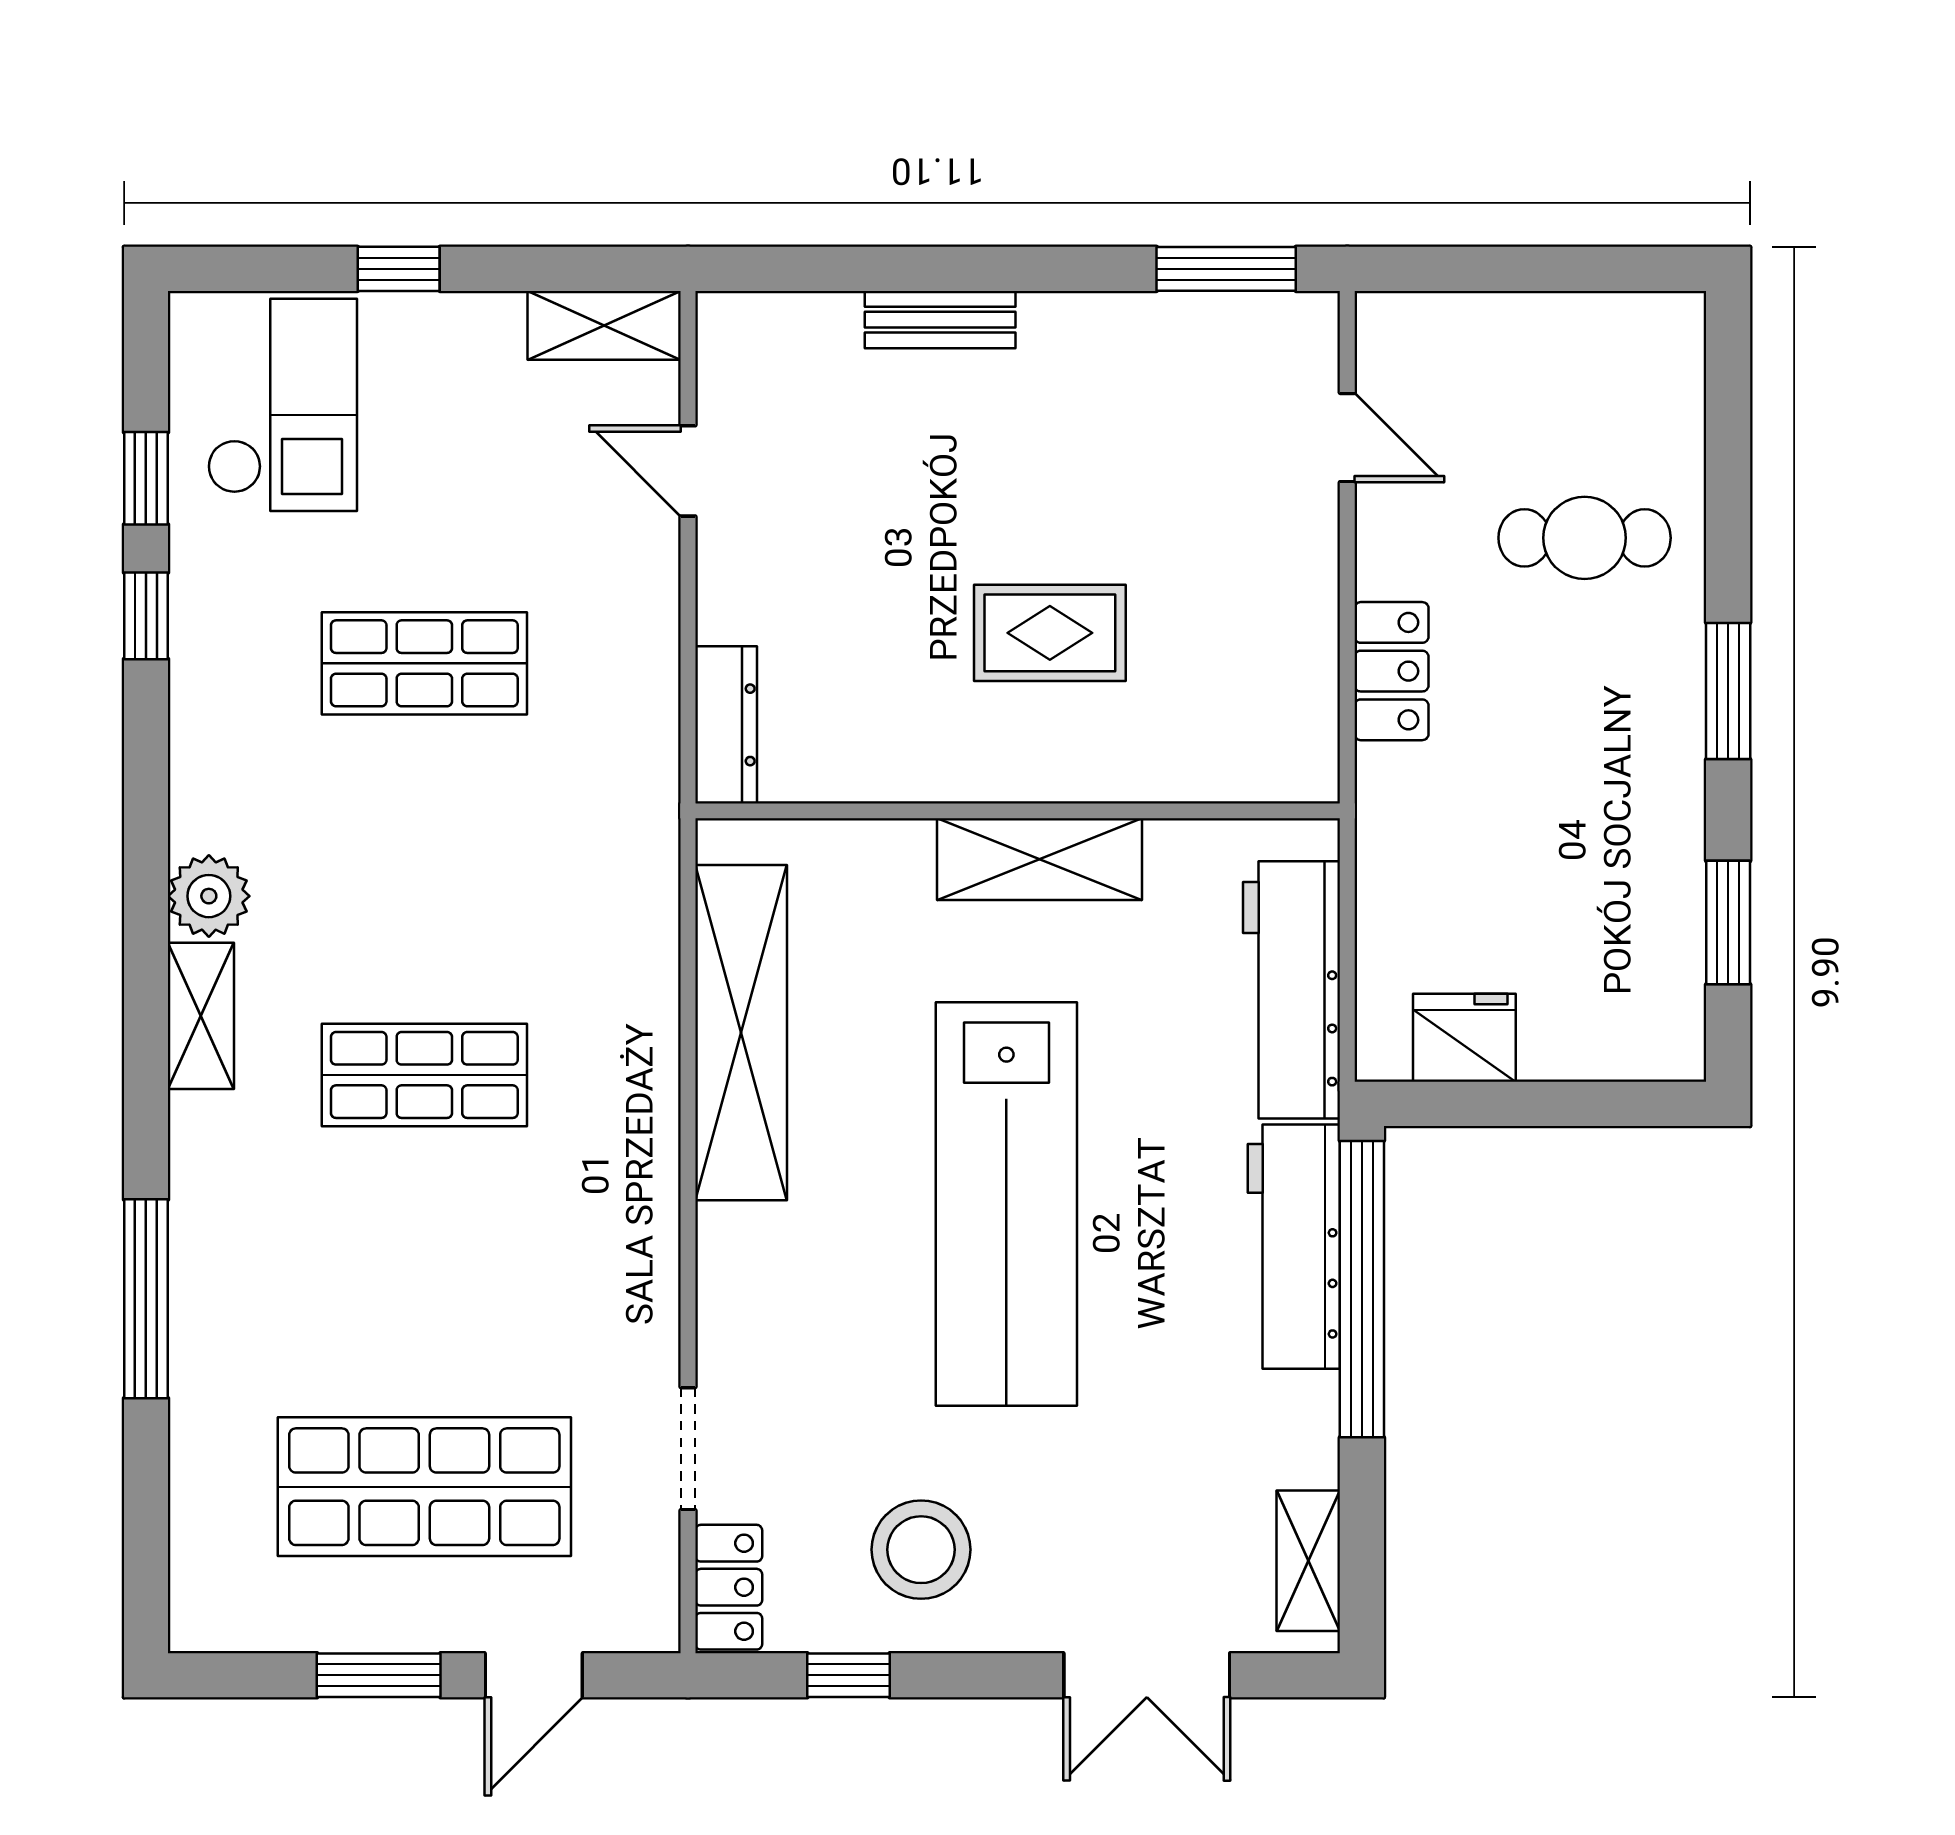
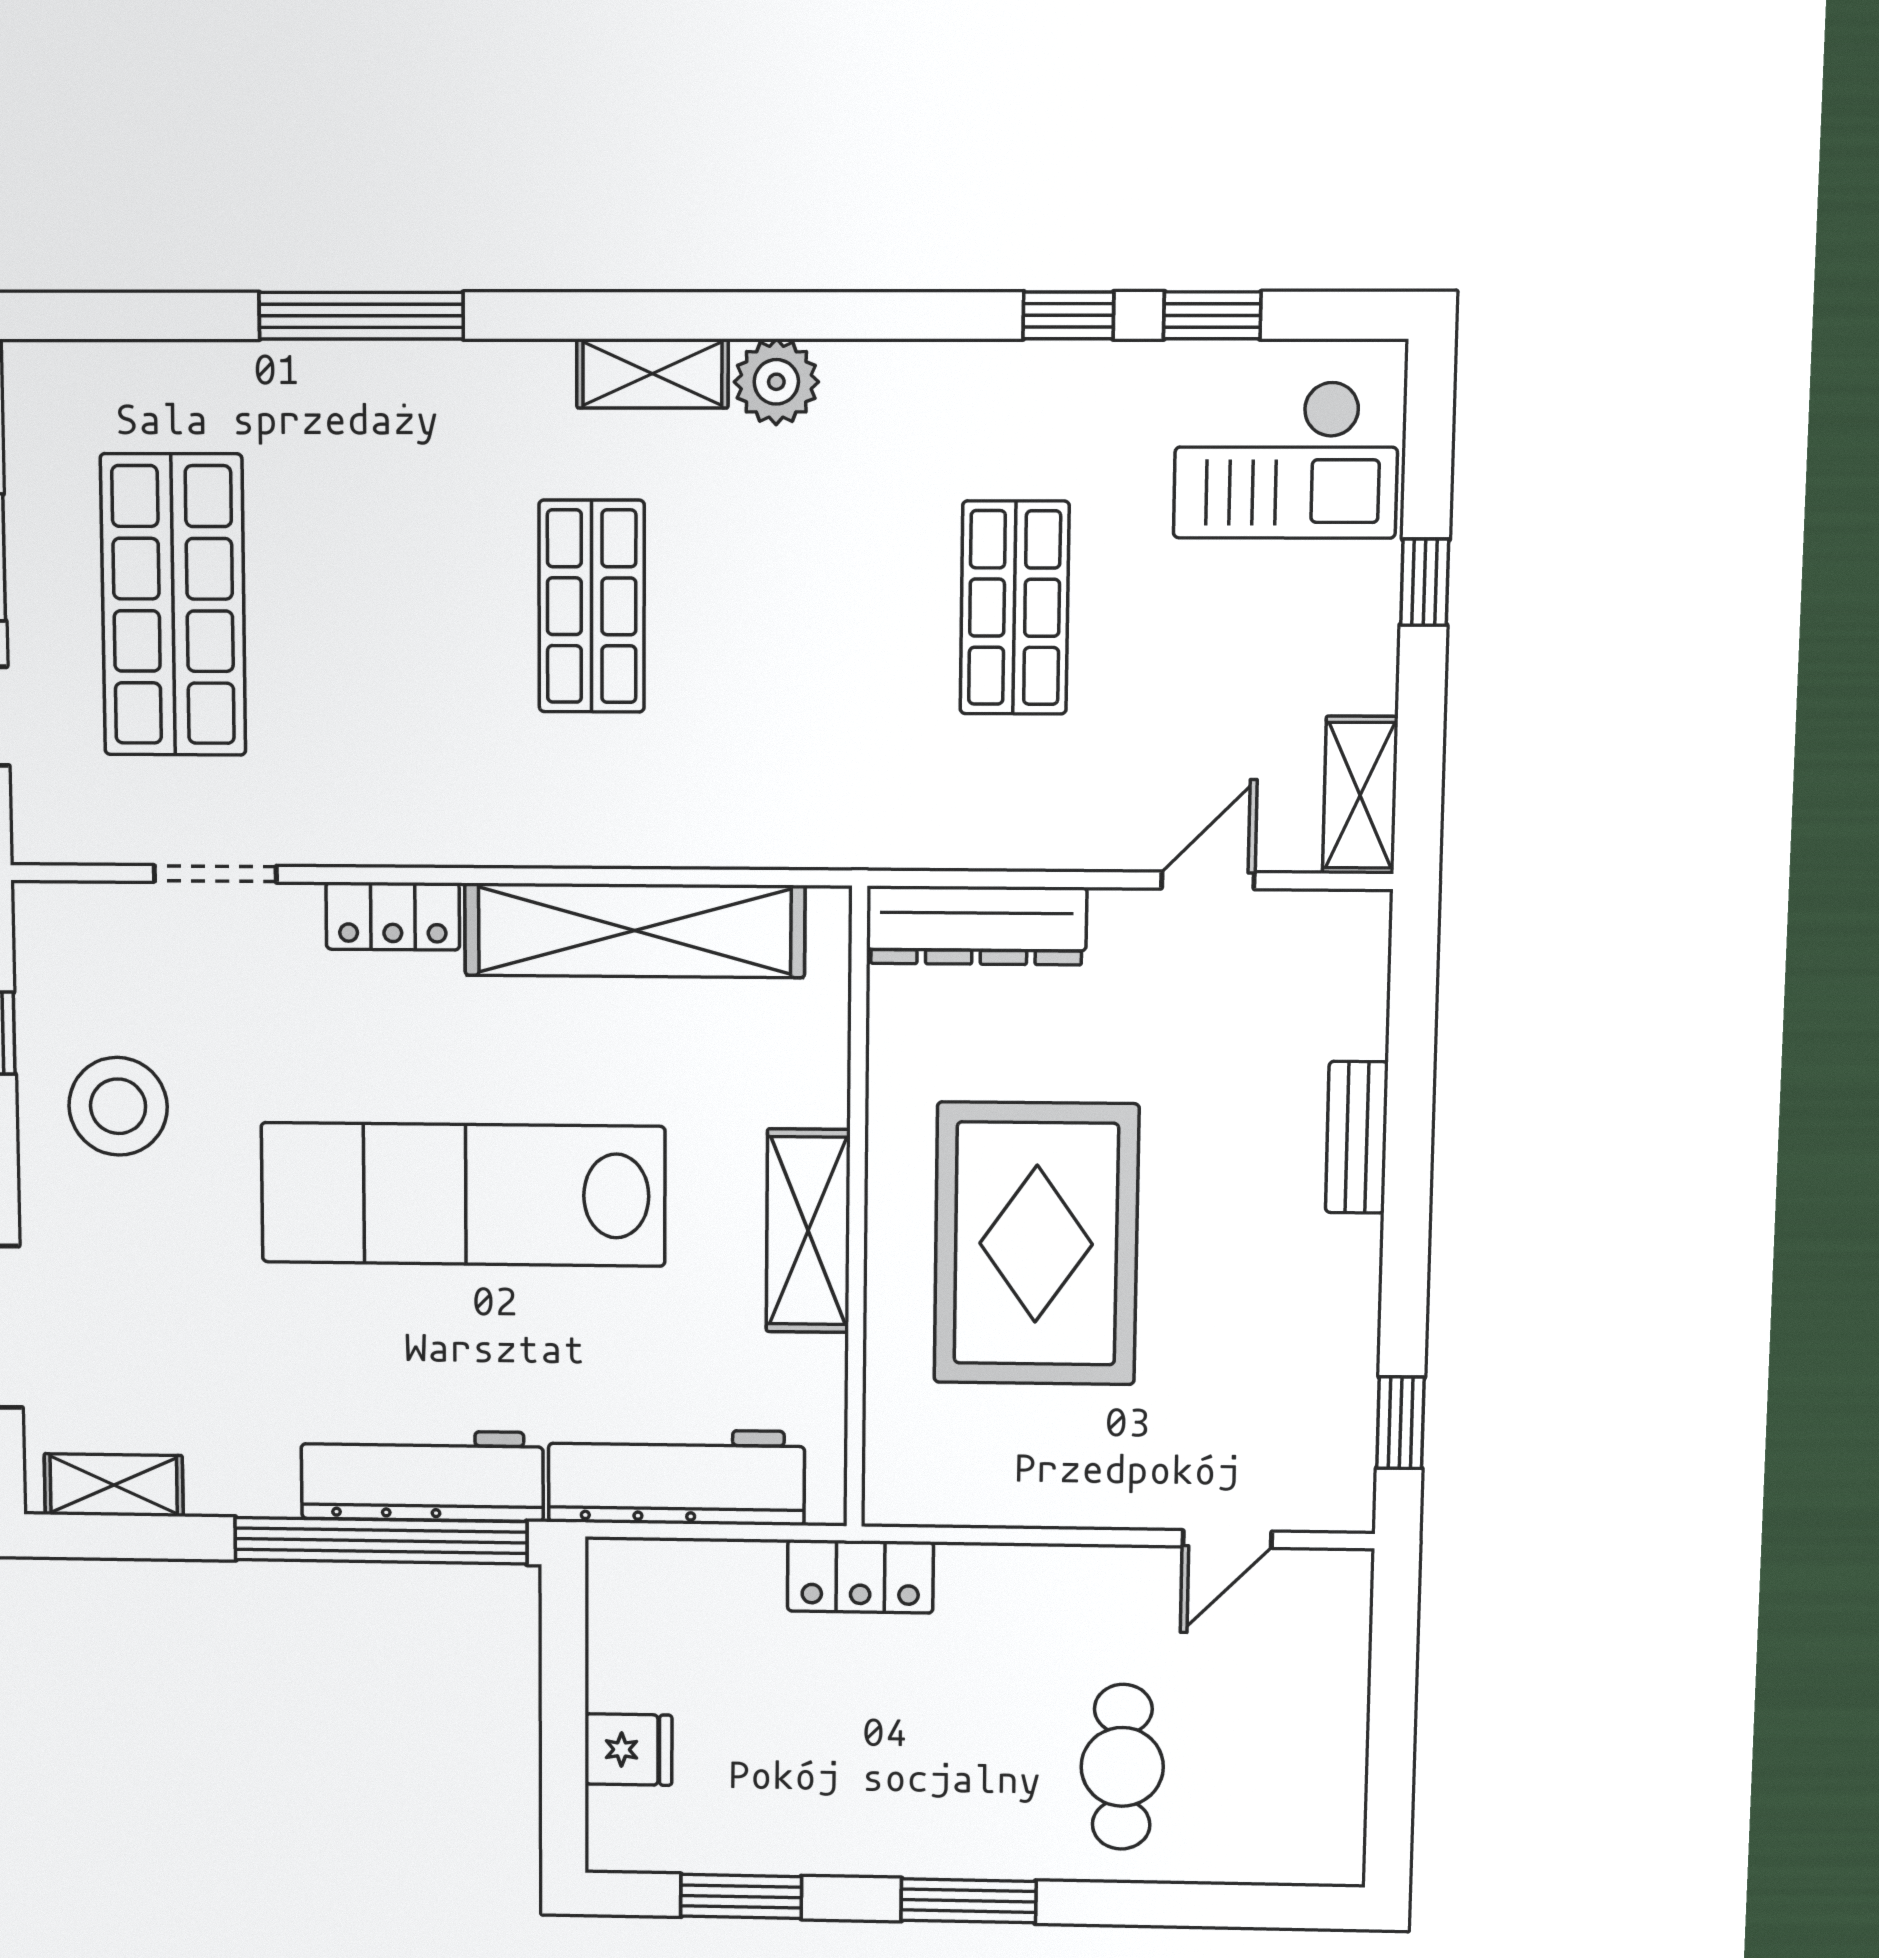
window: (1226, 269) -> (1400, 1423), width x0.67
rug: (1050, 633) -> (1036, 1244), width x1.86, depth x2.06
locker: (1391, 671) -> (860, 1576), moved
dresser: (726, 725) -> (976, 925), width x1.37, depth x1.24
fridge: (1464, 1038) -> (628, 1750), moved, width x0.72
locker: (729, 1587) -> (393, 916), moved

